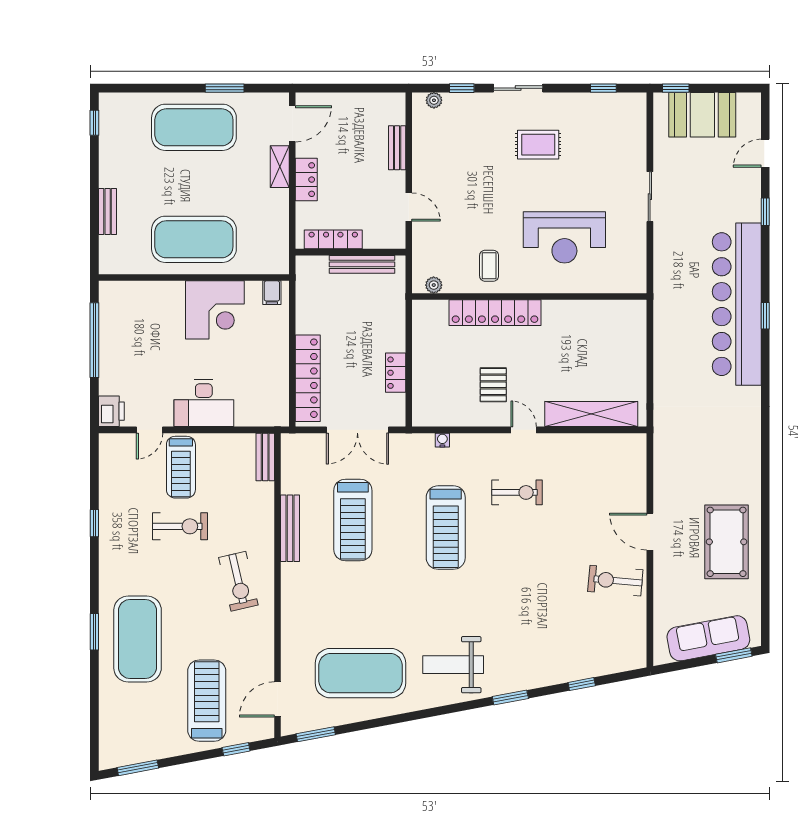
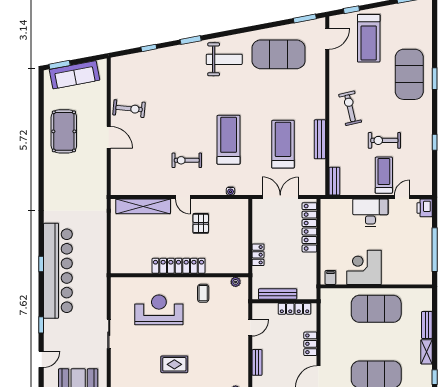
shelving: (280, 167) -> (427, 352), moved
door: (409, 207) -> (250, 328), swing flipped
locker: (495, 313) -> (179, 266), moved
locker: (396, 373) -> (258, 255), moved

